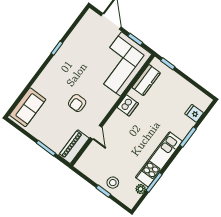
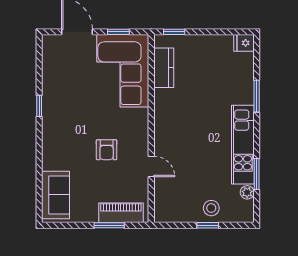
dishwasher: (128, 105) -> (164, 111), removed
fridge: (194, 113) -> (244, 43), moved
piano: (74, 147) -> (121, 213), moved, turned 90

